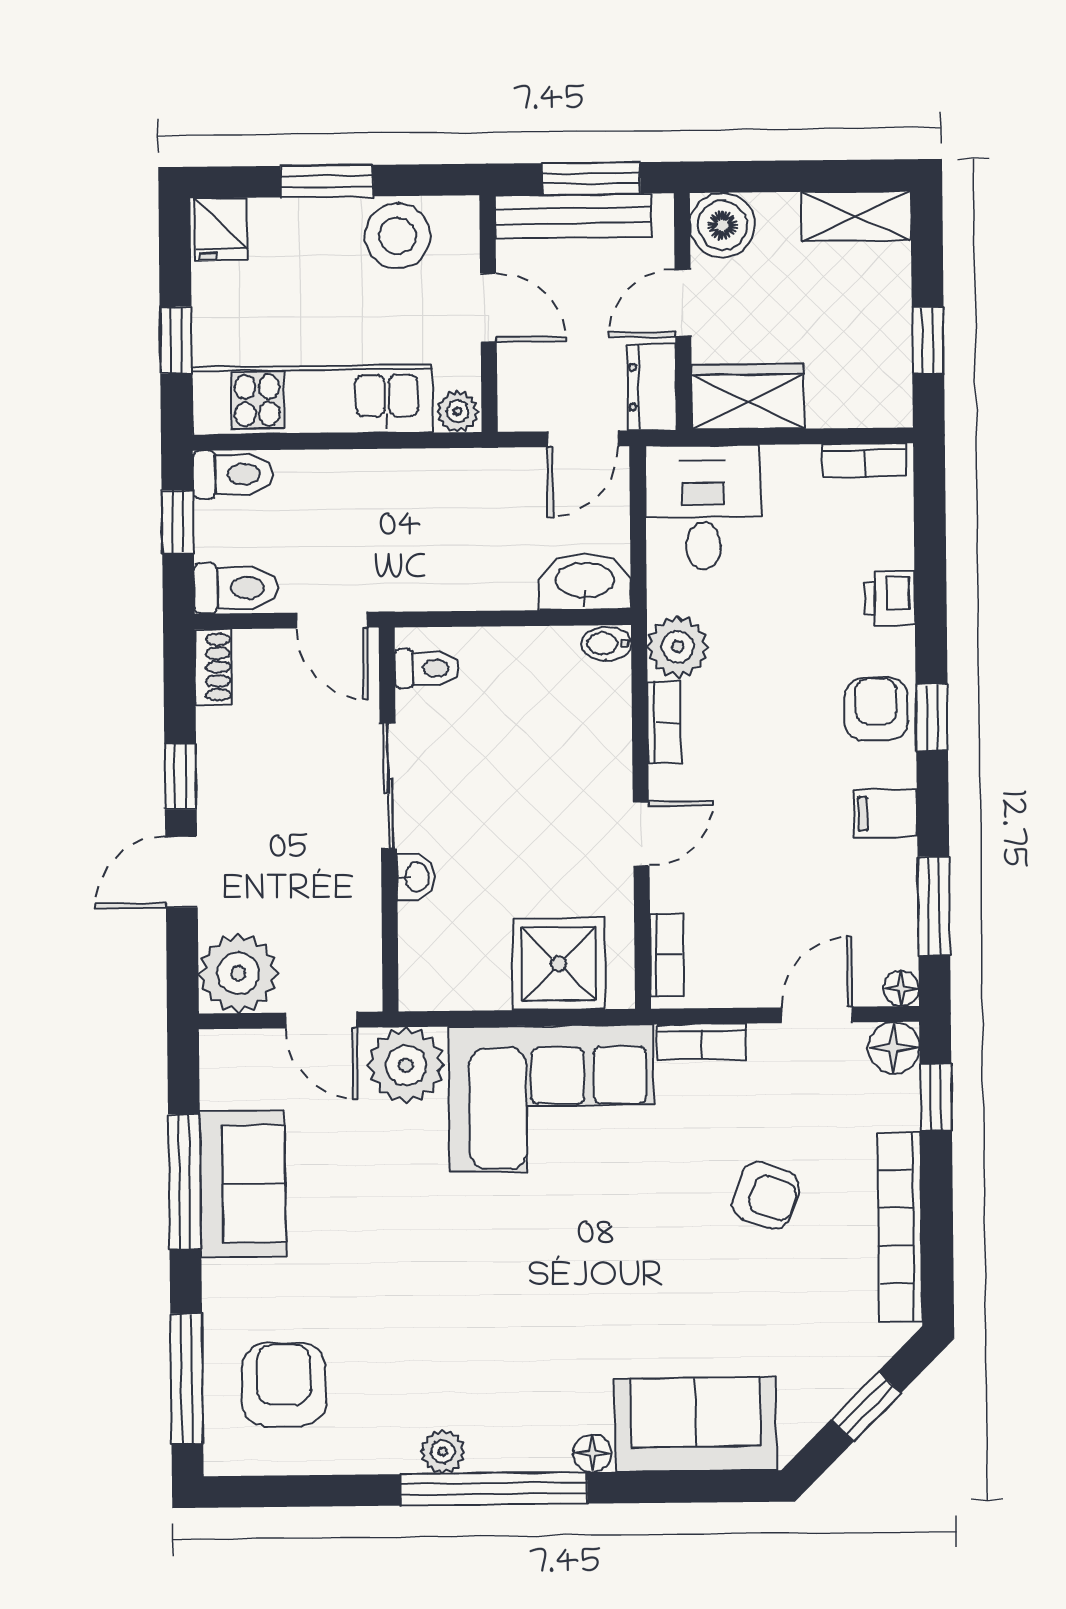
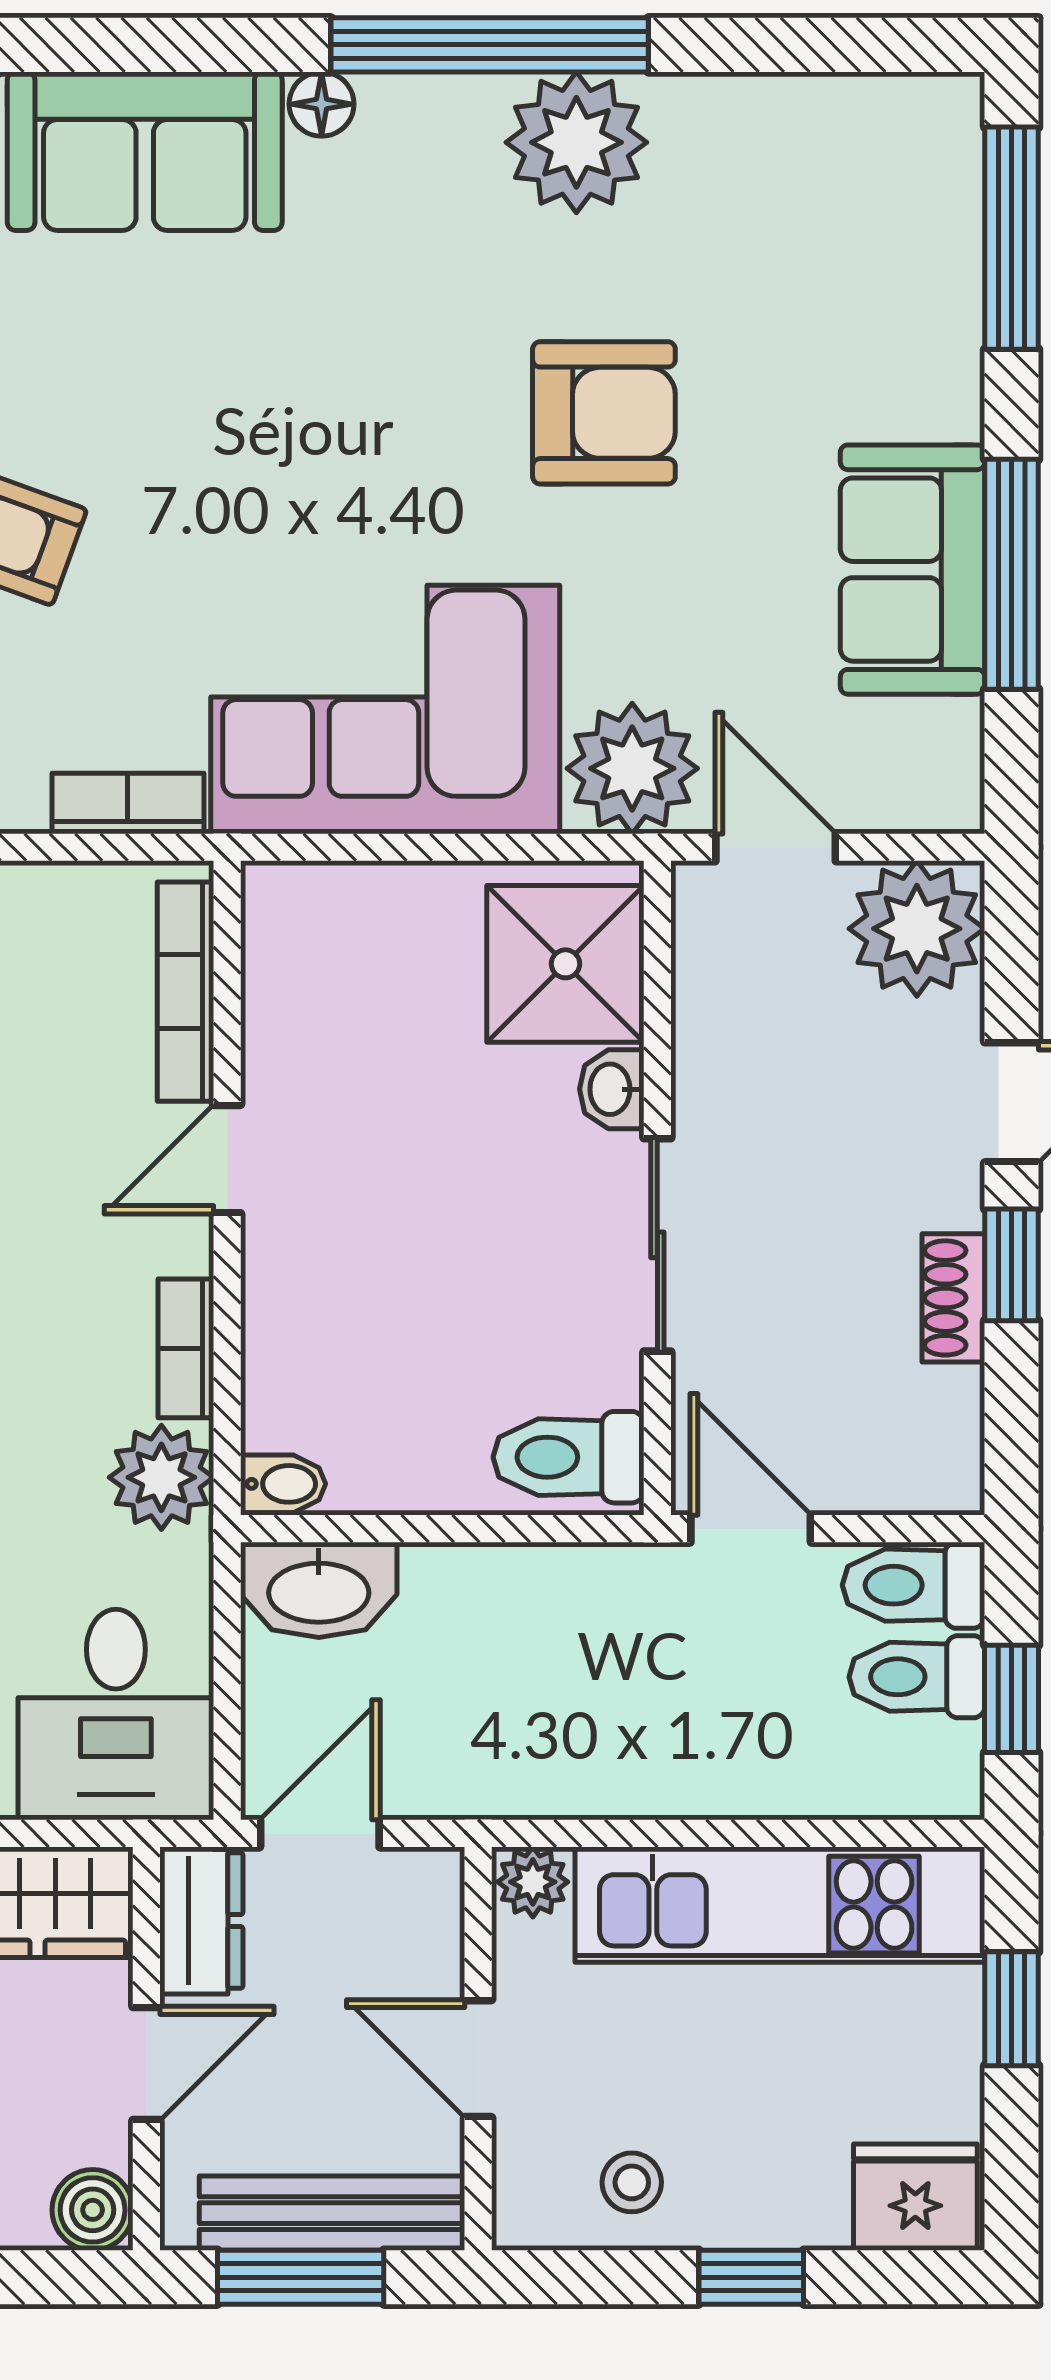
window: (327, 181) -> (751, 2277), width x0.67
boiler: (722, 225) -> (93, 2210), width x0.73, depth x0.73
fridge: (221, 229) -> (915, 2197), width x1.38
stool: (398, 236) -> (632, 2182), width x0.53, depth x0.53
toilet: (233, 475) -> (917, 1677), moved
shoe rack: (213, 667) -> (953, 1298), moved
toilet: (427, 668) -> (569, 1457), width x1.37, depth x1.39
bookcase: (667, 955) -> (186, 992), width x1.56
shower: (559, 964) -> (565, 964), moved
armchair: (284, 1385) -> (604, 413), moved, turned -90
plant: (443, 1452) -> (576, 142), width x1.88, depth x1.88

